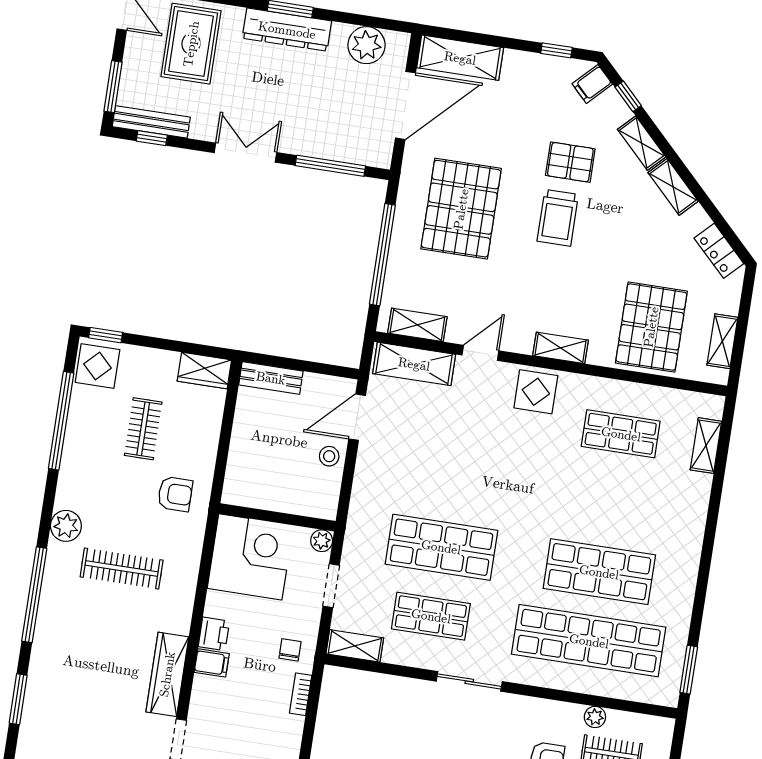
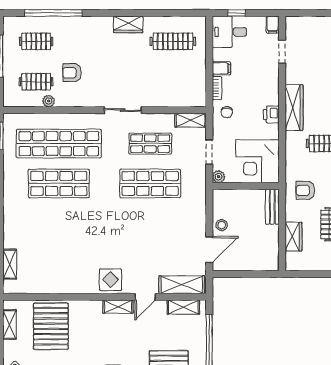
shelving: (560, 348) -> (118, 307), moved
wardrobe: (204, 371) -> (294, 237), moved, turned 90
bench: (271, 378) -> (272, 207), moved, turned 90
shop shelf: (621, 434) -> (59, 263), removed
filing cabinet: (212, 663) -> (221, 68), moved, turned 180
wardrobe: (167, 674) -> (294, 108), moved

